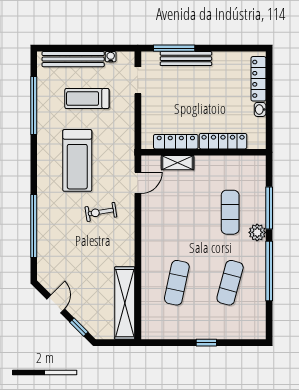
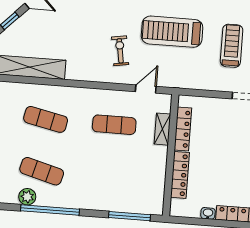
door: (138, 183) -> (146, 89), swing flipped
window: (269, 208) -> (130, 216), moved
exercise mat: (230, 212) -> (114, 125), moved
plant: (257, 232) -> (27, 197), moved

